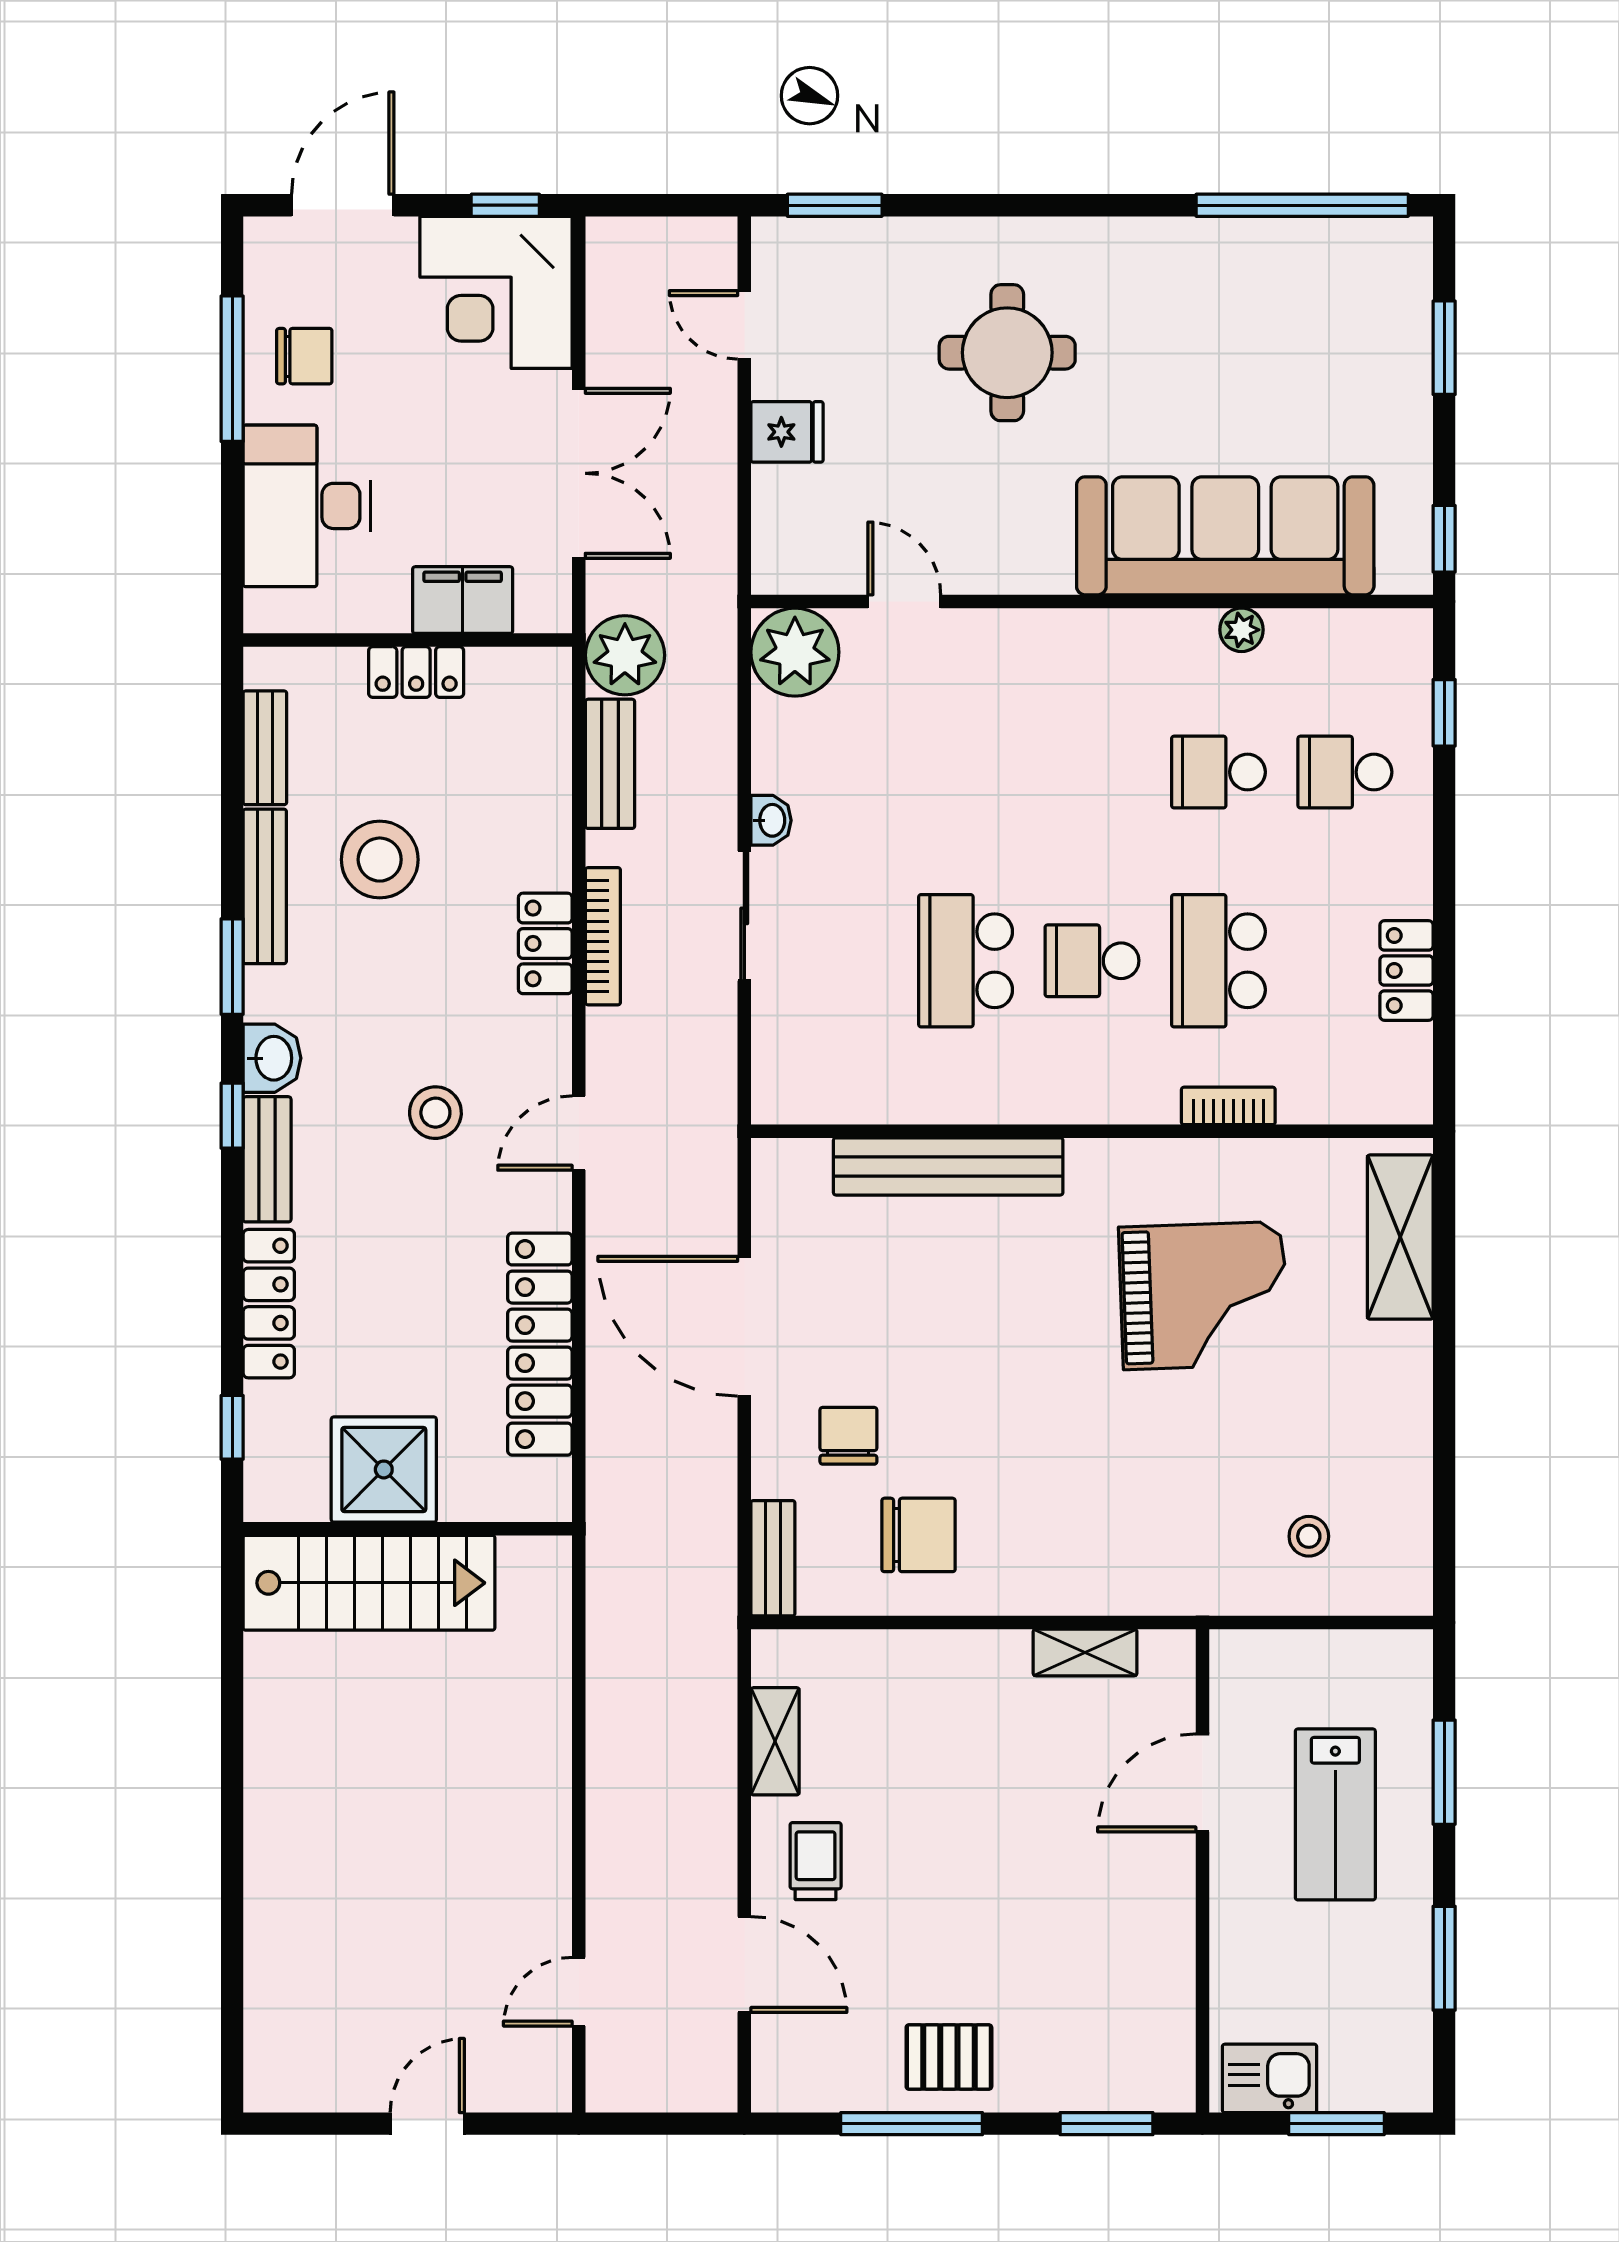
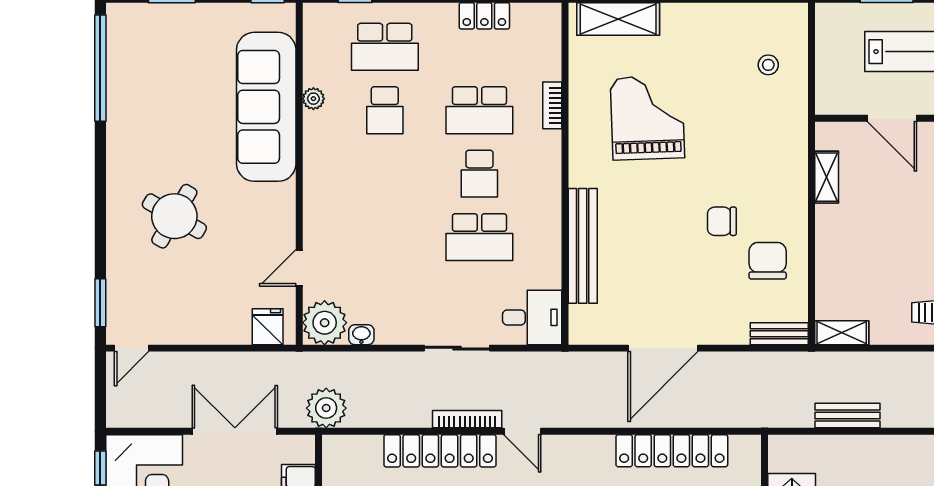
door: (744, 325) -> (132, 348), moved
round table: (1007, 353) -> (174, 216), turned 30
fridge: (787, 432) -> (268, 327), moved
bench: (610, 764) -> (848, 416), moved
school desk: (1345, 772) -> (385, 47), width x1.85
washbasin: (771, 820) -> (361, 335), moved
locker: (545, 943) -> (440, 451), width x2.16, depth x1.21
desk: (805, 1066) -> (532, 317), added
door: (579, 1133) -> (522, 431), moved
chair: (848, 1436) -> (722, 221), moved
shelving: (775, 1741) -> (842, 333), moved

